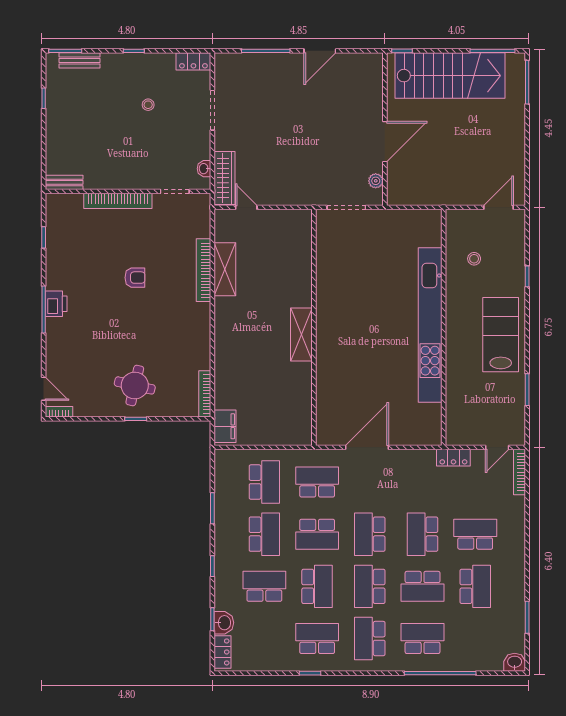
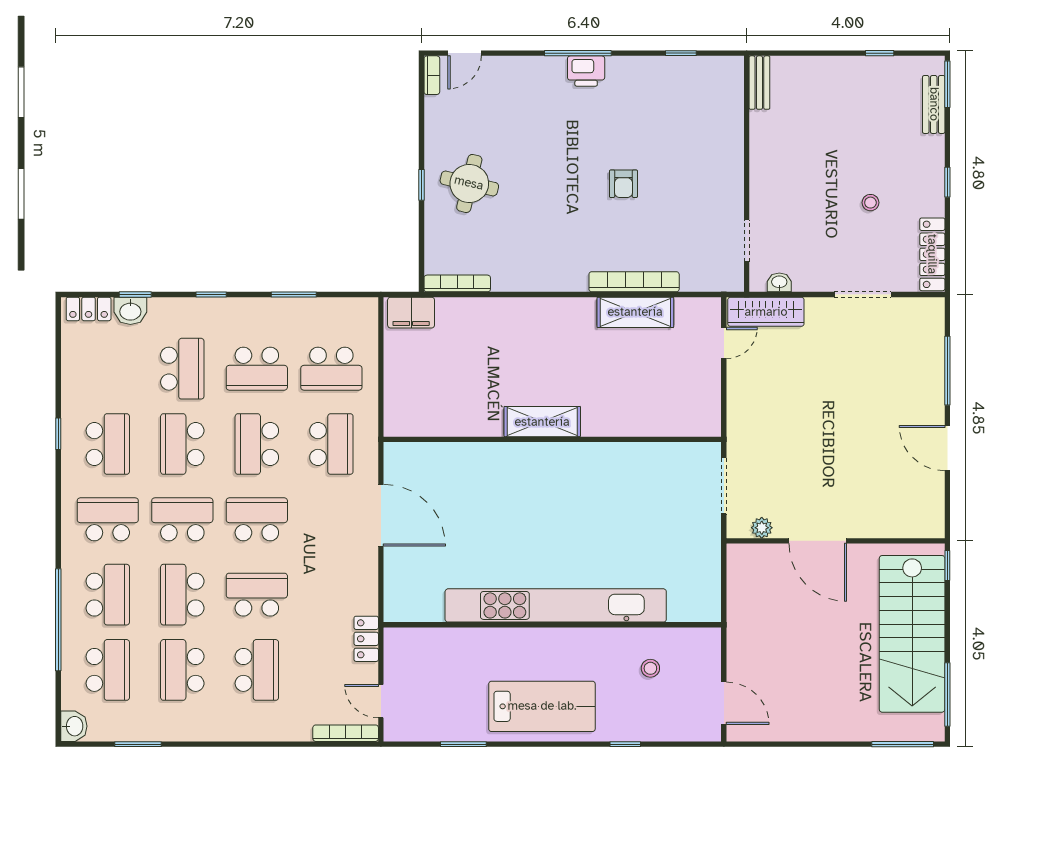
locker: (193, 61) -> (932, 254), width x1.53
bookcase: (118, 201) -> (733, 159), removed
school desk: (317, 586) -> (182, 444), turned 90
school desk: (475, 586) -> (182, 670), turned 90
school desk: (475, 639) -> (108, 670), added

